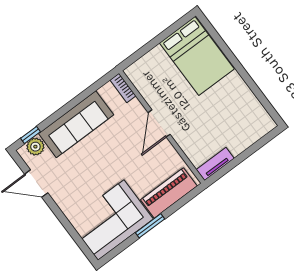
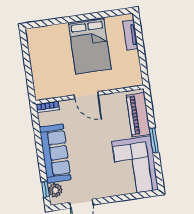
bed: (197, 56) -> (90, 46), moved, turned 90
tv unit: (215, 164) -> (130, 35), moved

